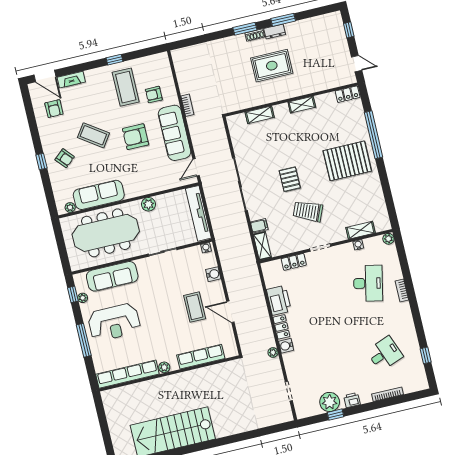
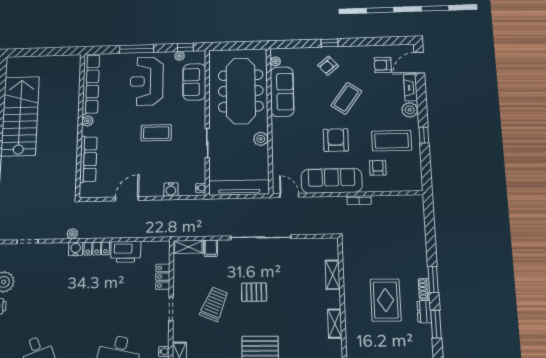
plant: (93, 76) -> (410, 110), added
sofa: (112, 276) -> (194, 82), width x0.73
coffee table: (195, 307) -> (156, 133), moved

